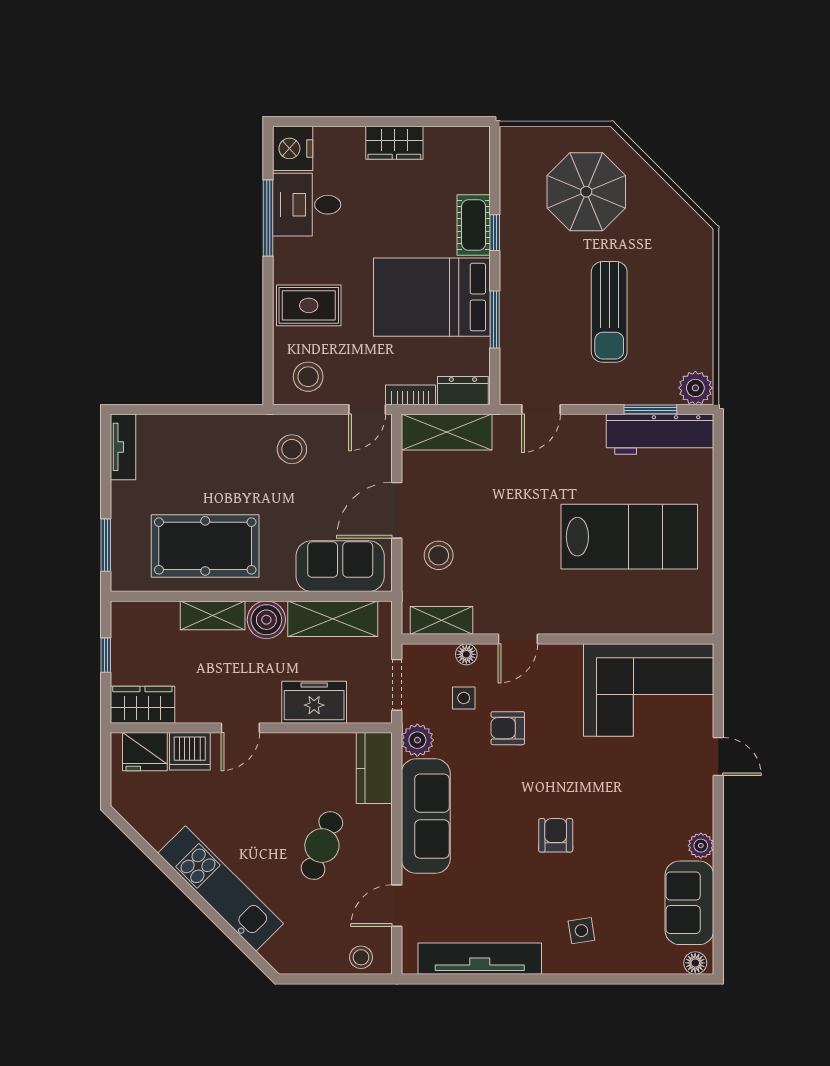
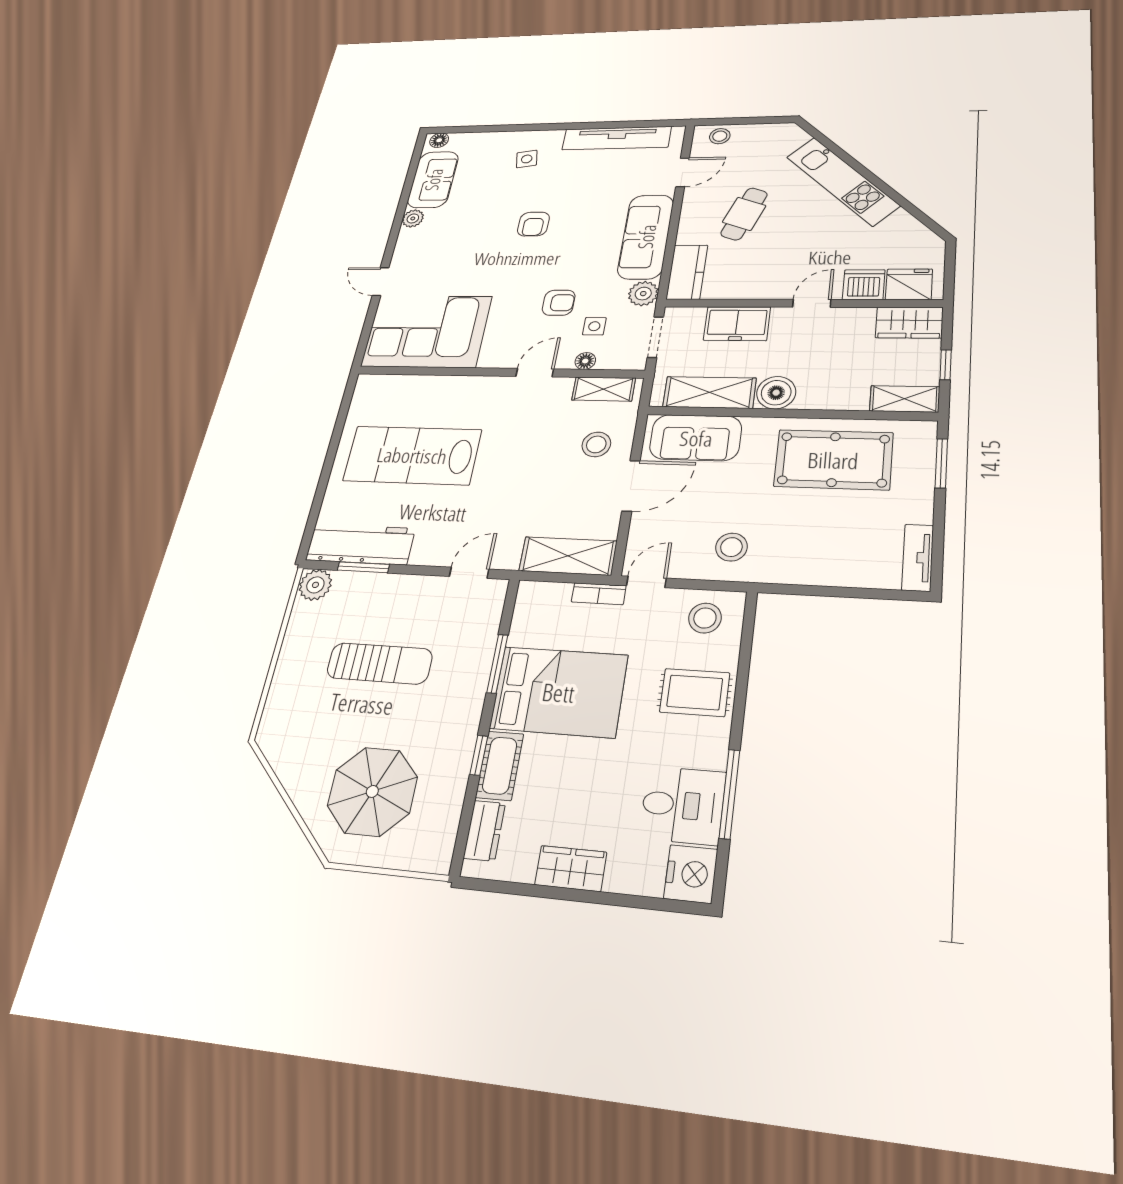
sun lounger: (609, 312) -> (379, 663), turned 90
dresser: (463, 391) -> (484, 831), moved, turned -90
shelving: (213, 615) -> (905, 399), moved

